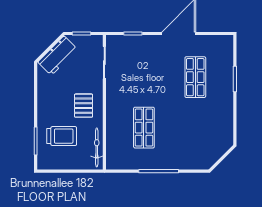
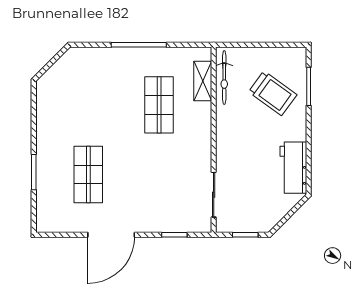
workbench: (58, 56) -> (293, 168), moved, turned -45
pallet: (84, 106) -> (242, 135), removed
trolley: (62, 136) -> (273, 93), turned -144
shelving: (112, 145) -> (203, 81), added

